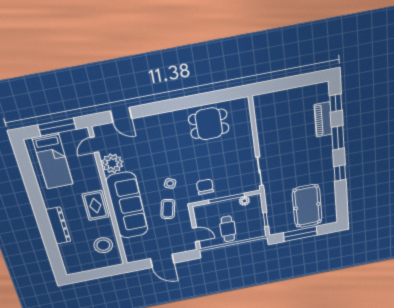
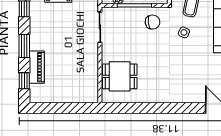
dining table: (209, 124) -> (120, 76), moved
chair: (205, 187) -> (153, 22), turned -97

